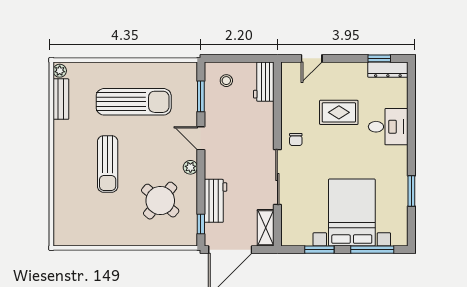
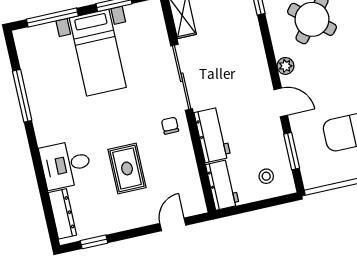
dresser: (388, 70) -> (62, 214), moved, turned 90
rug: (339, 112) -> (127, 168), turned 90
window: (411, 191) -> (22, 96), width x1.44
workbench: (216, 201) -> (212, 135), moved, turned 180
bed with nightstands: (352, 213) -> (98, 53), width x0.73

